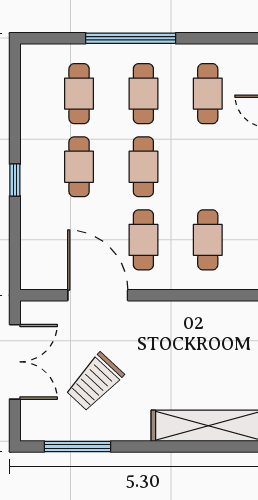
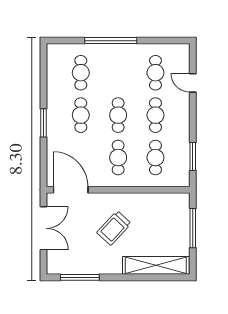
cafe table: (143, 94) -> (155, 115), moved
window: (15, 180) -> (44, 123), width x1.50
door: (98, 295) -> (71, 190), moved
trolley: (95, 382) -> (114, 228), moved

